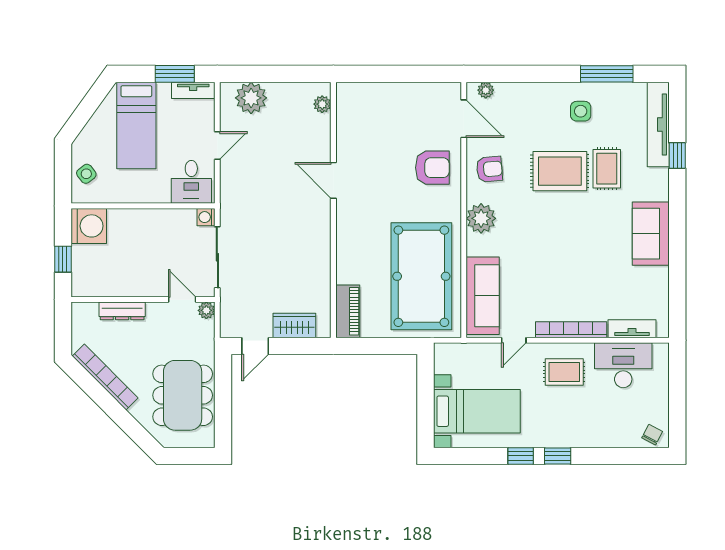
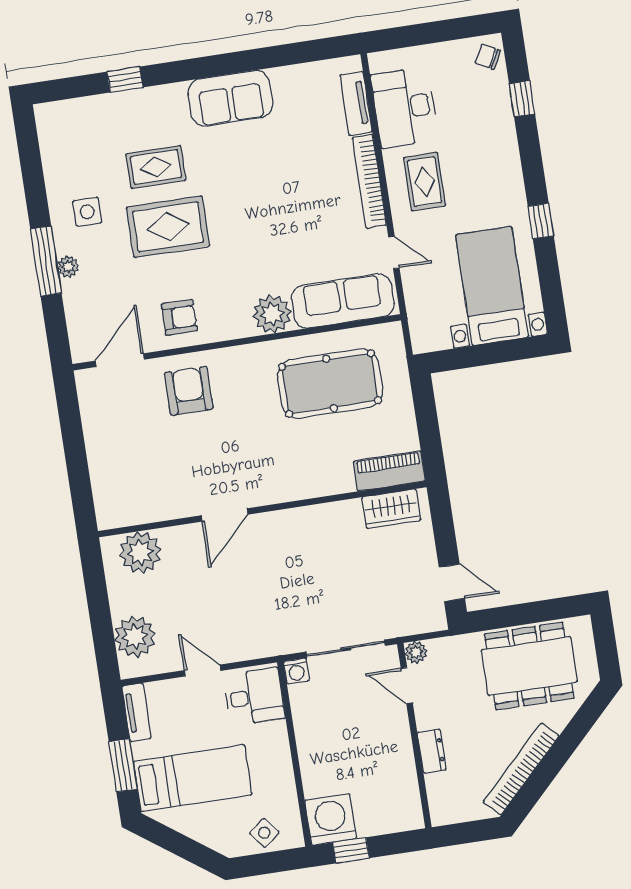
window: (175, 74) -> (123, 765), moved
window: (607, 74) -> (46, 261), moved
plant: (486, 90) -> (68, 267), moved
plant: (322, 104) -> (140, 552), width x1.88, depth x1.88
tv unit: (658, 124) -> (89, 110), removed
armchair: (489, 169) -> (179, 317), turned 95
rug: (560, 171) -> (168, 227), turned 90
plant: (481, 218) -> (272, 314), moved
window: (63, 259) -> (351, 850), moved
pool table: (421, 276) -> (330, 384), width x0.73, depth x0.76
door: (182, 300) -> (407, 685), hinge flipped
dresser: (122, 311) -> (432, 751), width x0.70
wardrobe: (294, 326) -> (391, 509), moved, turned -90
window: (558, 456) -> (522, 99), moved

